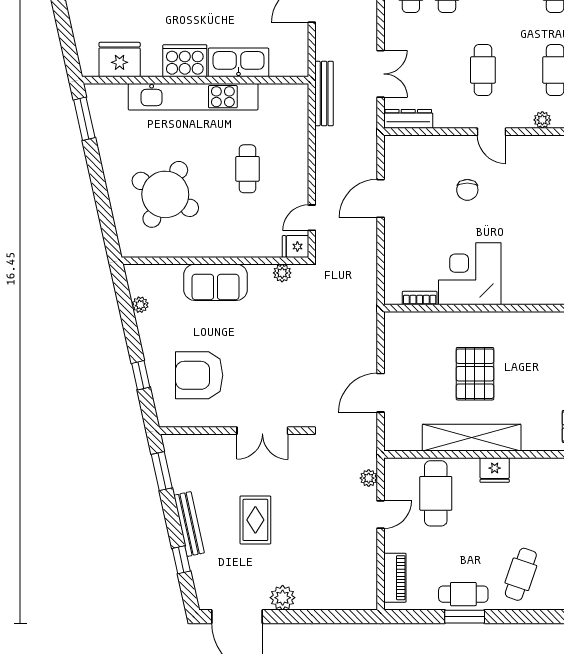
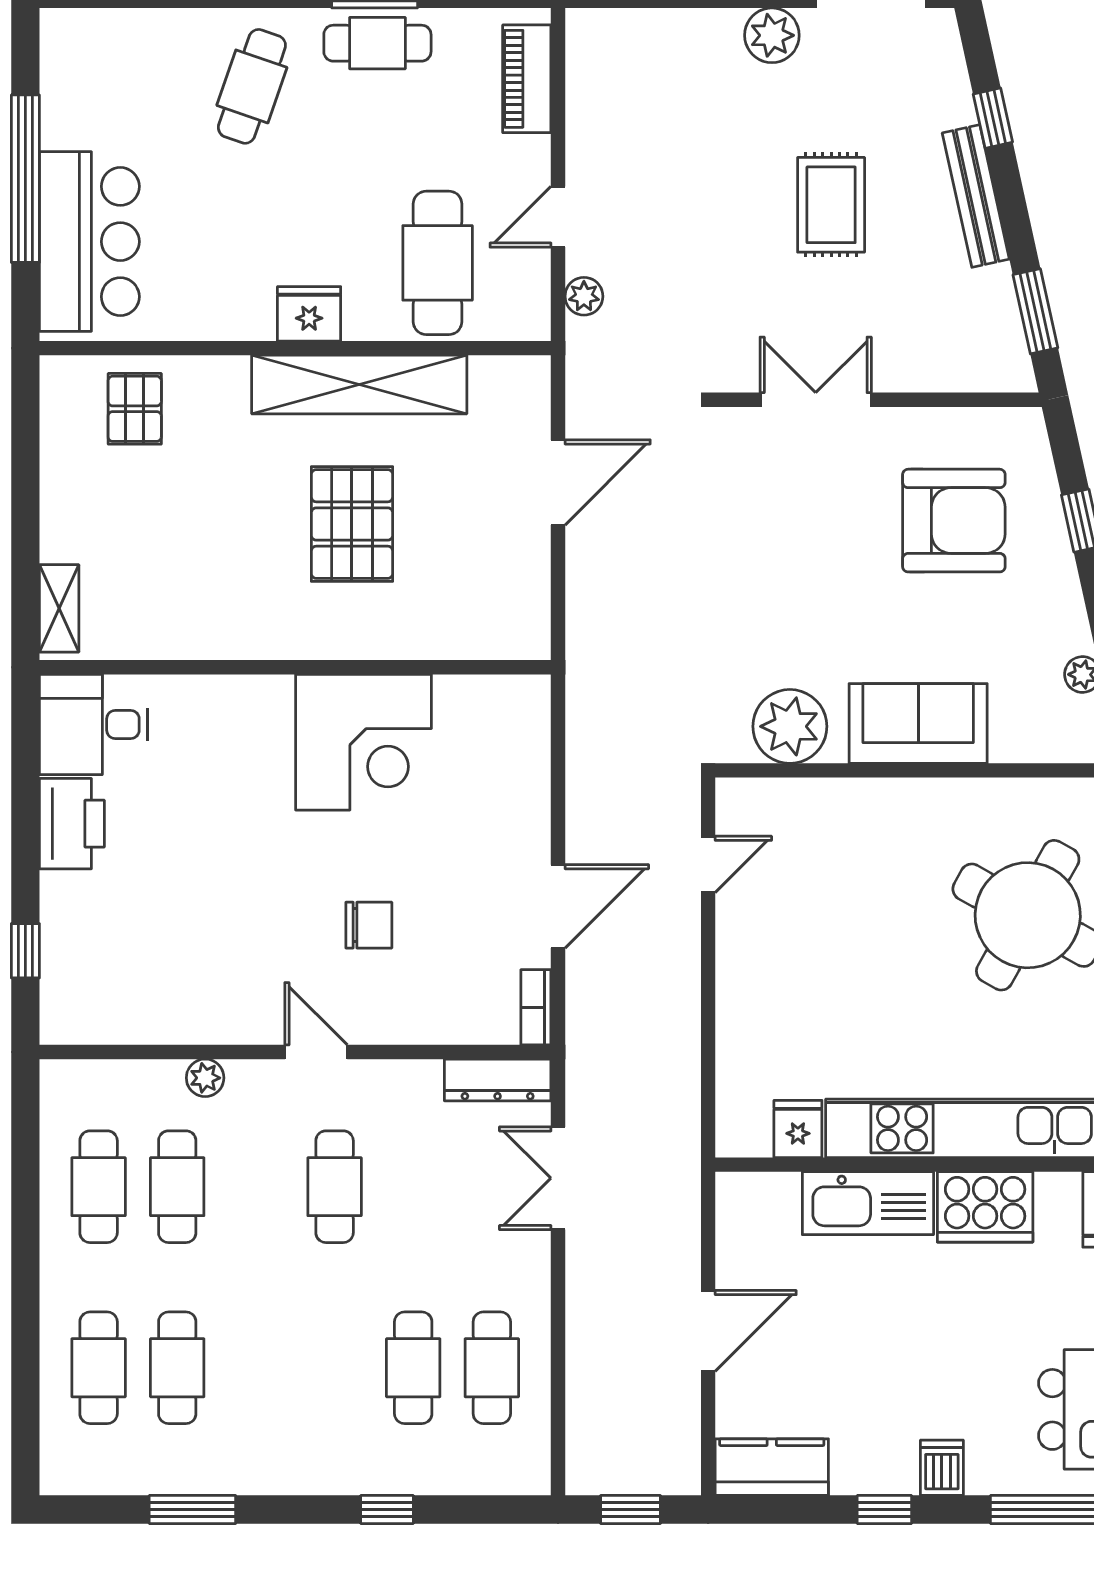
bench: (324, 94) -> (681, 1135), removed
cafe table: (247, 169) -> (848, 971), removed
chair: (467, 190) -> (369, 925), turned 90
fridge: (295, 247) -> (798, 1129), moved, turned -90
plant: (282, 273) -> (790, 726), width x1.88, depth x1.88
bookcase: (420, 298) -> (536, 1007), moved, turned 90

